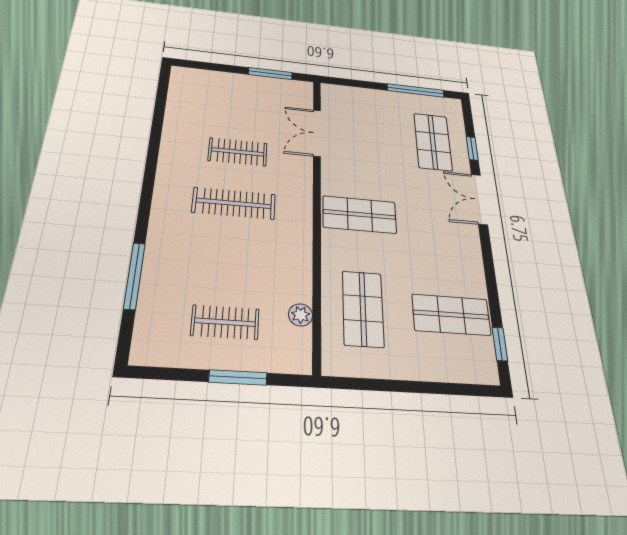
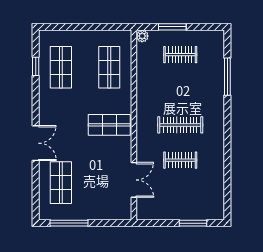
window: (270, 74) -> (193, 223), moved
window: (472, 148) -> (36, 181), removed
plant: (301, 315) -> (142, 36), moved
shop shelf: (451, 315) -> (61, 67), turned 90
window: (500, 344) -> (36, 66), moved

